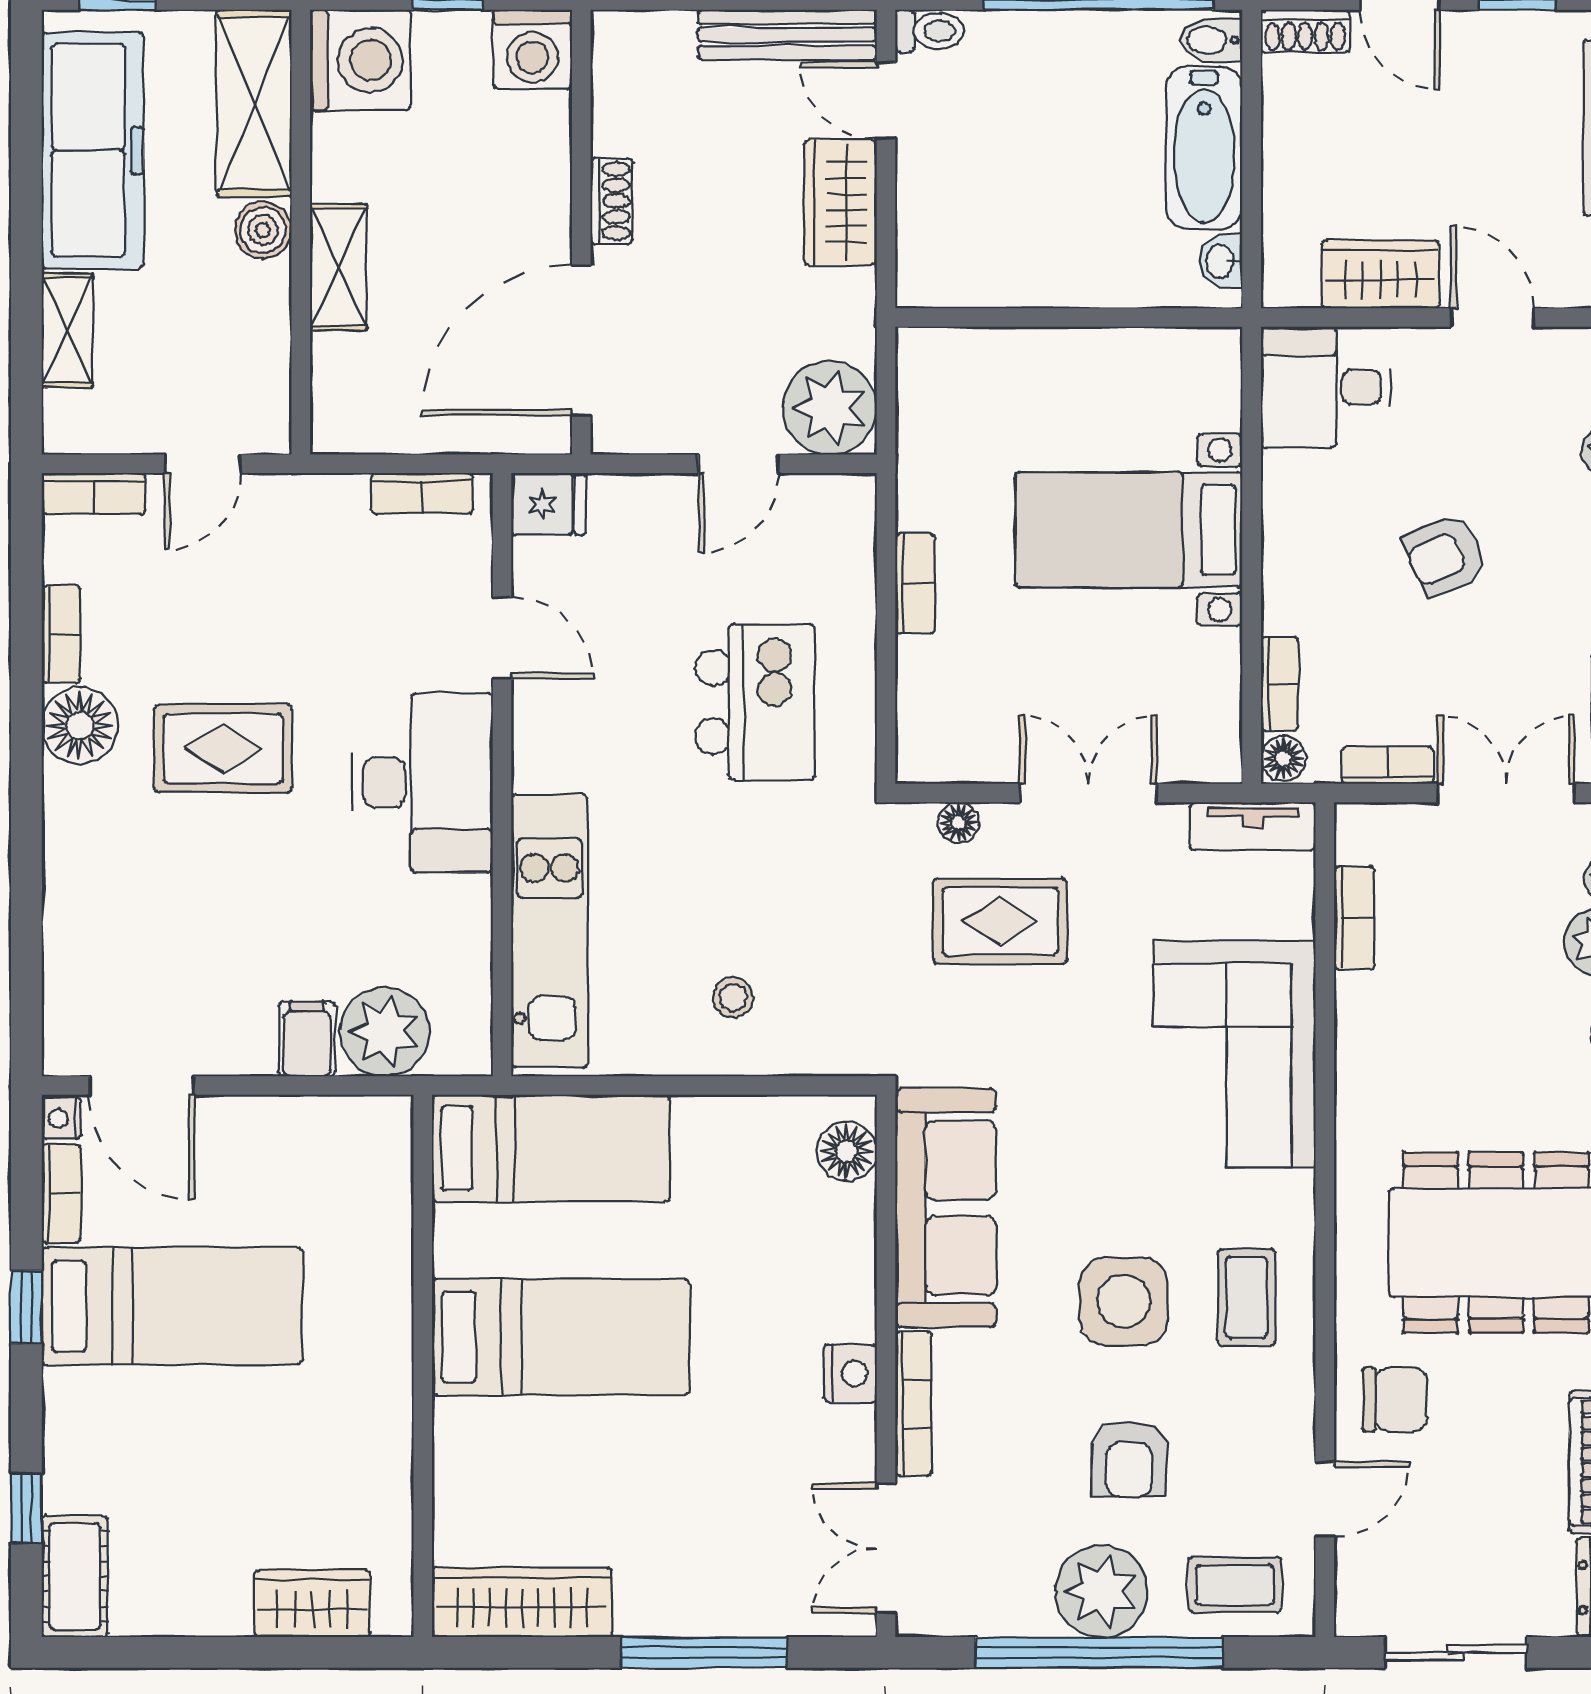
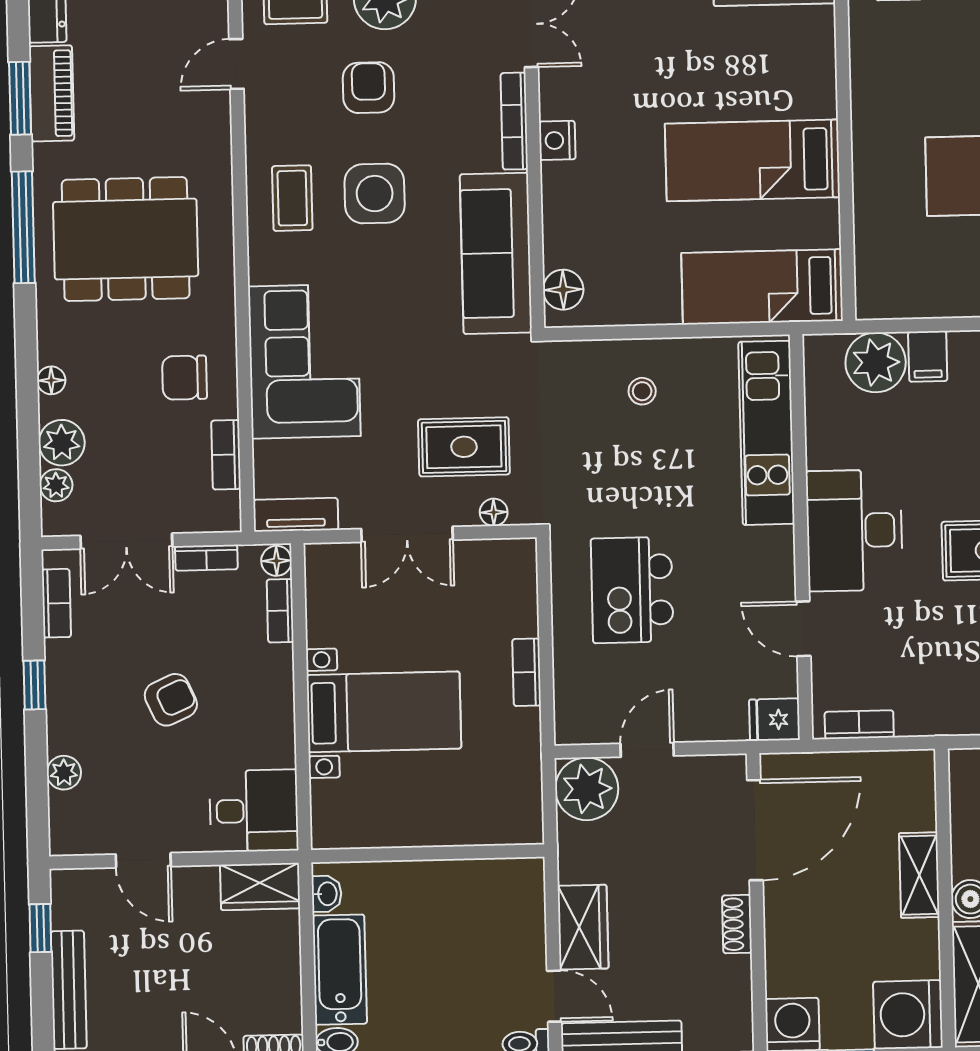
wardrobe: (1380, 274) -> (260, 886), moved
chair: (1395, 1399) -> (185, 378), moved

